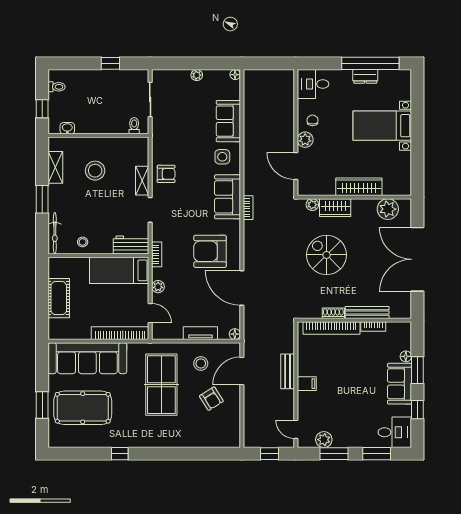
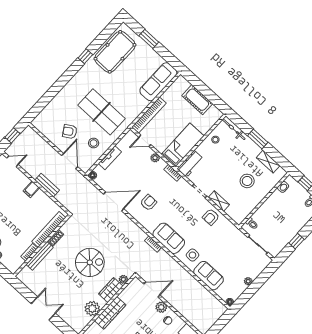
plant: (388, 209) -> (92, 309), moved
armchair: (210, 251) -> (148, 203), width x0.53, depth x0.53
double door: (417, 259) -> (43, 308), width x0.54
sofa: (87, 358) -> (158, 82), width x0.74, depth x0.79
pool table: (83, 408) -> (115, 52), moved

